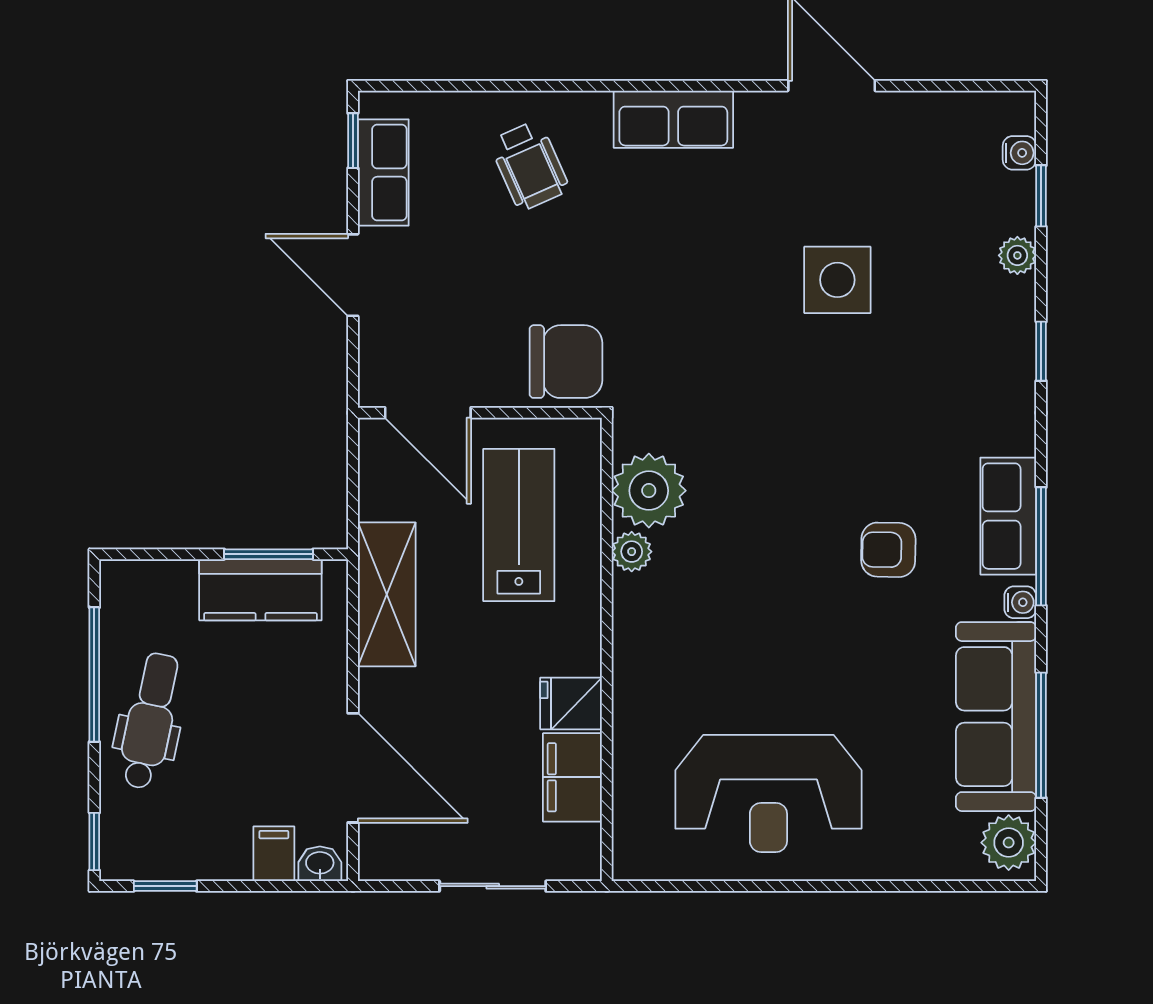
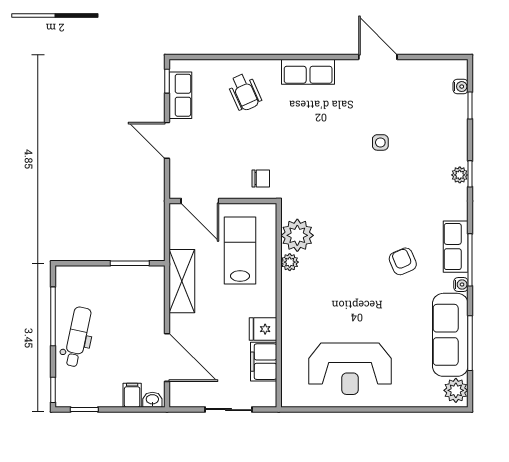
plant: (1017, 255) -> (460, 175), moved
side table: (837, 280) -> (380, 142), width x0.54, depth x0.54
chair: (566, 362) -> (261, 178), width x0.54, depth x0.54
armchair: (888, 550) -> (403, 261), turned 66
kitchen counter: (260, 590) -> (126, 279), removed

